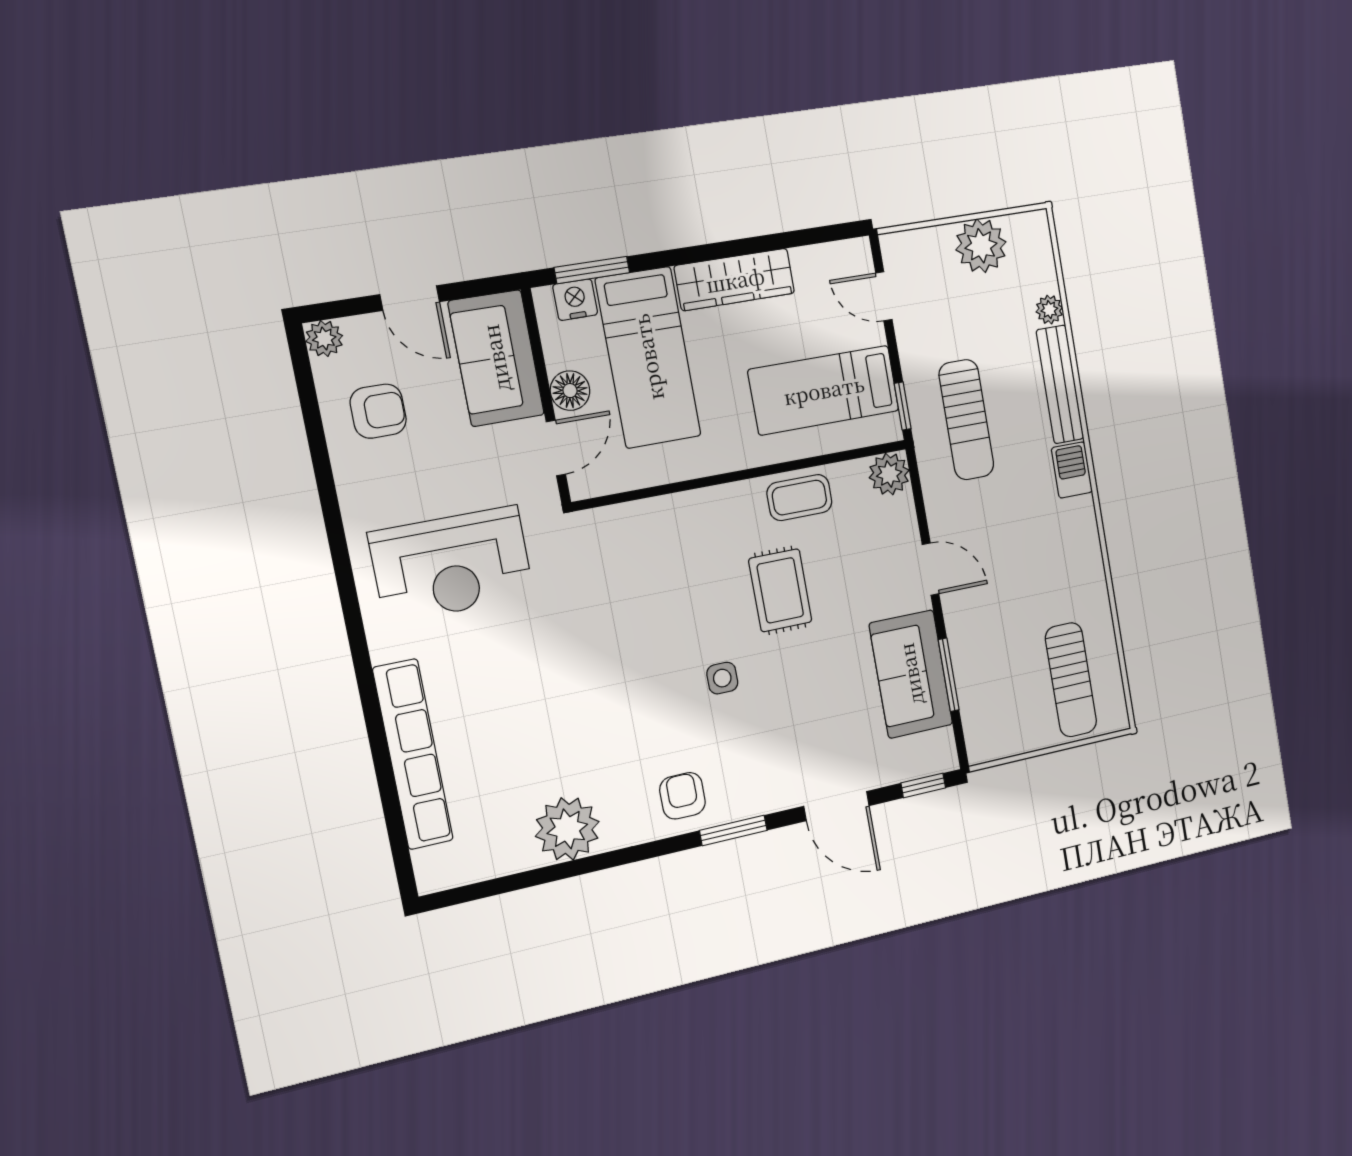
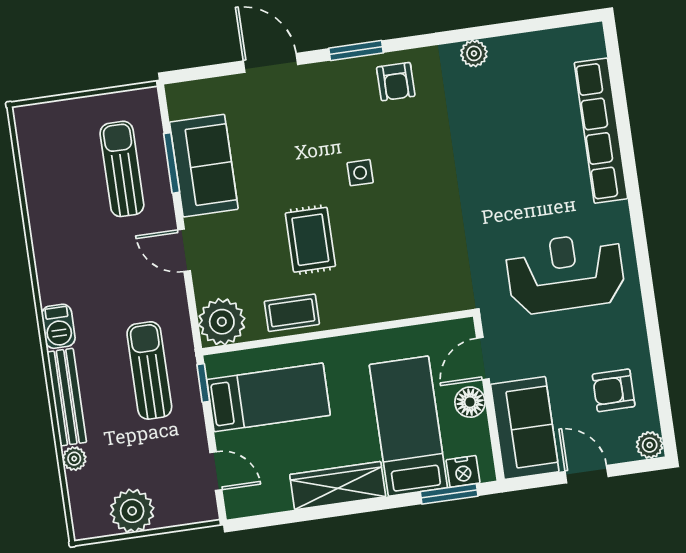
plant: (889, 474) -> (222, 322), width x1.36, depth x1.36
sun lounger: (1071, 680) -> (122, 169), moved
window: (923, 785) -> (197, 73), removed
plant: (567, 829) -> (474, 53), width x0.53, depth x0.53

